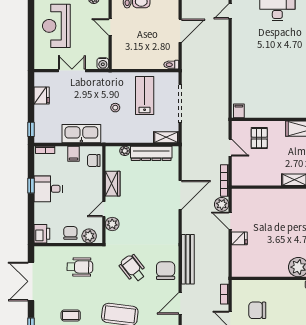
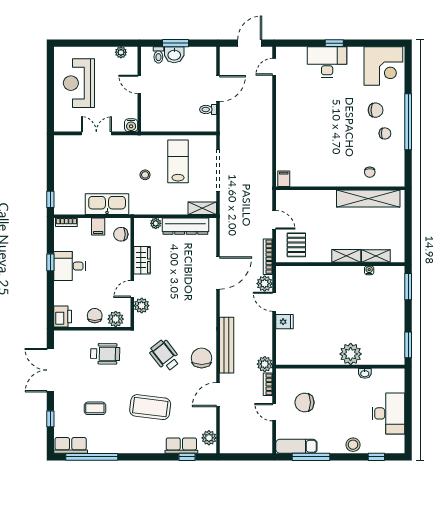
toilet: (171, 65) -> (208, 109), moved
fridge: (42, 96) -> (62, 161), removed
pallet: (259, 138) -> (296, 245), moved
plant: (222, 276) -> (265, 364), added

